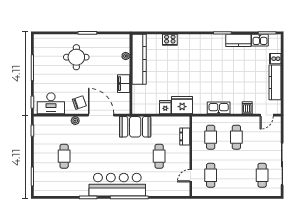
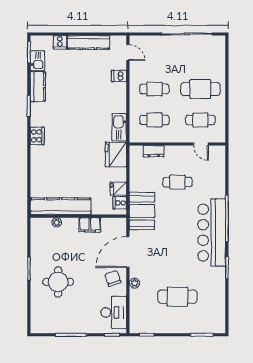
cooker: (170, 40) -> (37, 136), moved
fridge: (165, 107) -> (118, 189), moved
cooker: (142, 108) -> (120, 203), added
kitchen sink: (219, 108) -> (119, 127), moved
cafe table: (64, 156) -> (177, 297), width x1.37, depth x1.35
cafe table: (262, 175) -> (200, 89), moved, width x1.37, depth x1.35

